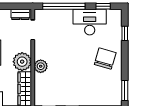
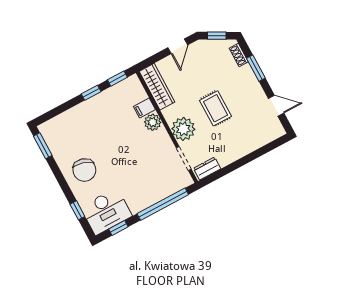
desk: (90, 22) -> (106, 211), moved
plant: (22, 62) -> (183, 129), moved
filing cabinet: (41, 79) -> (144, 108), added

